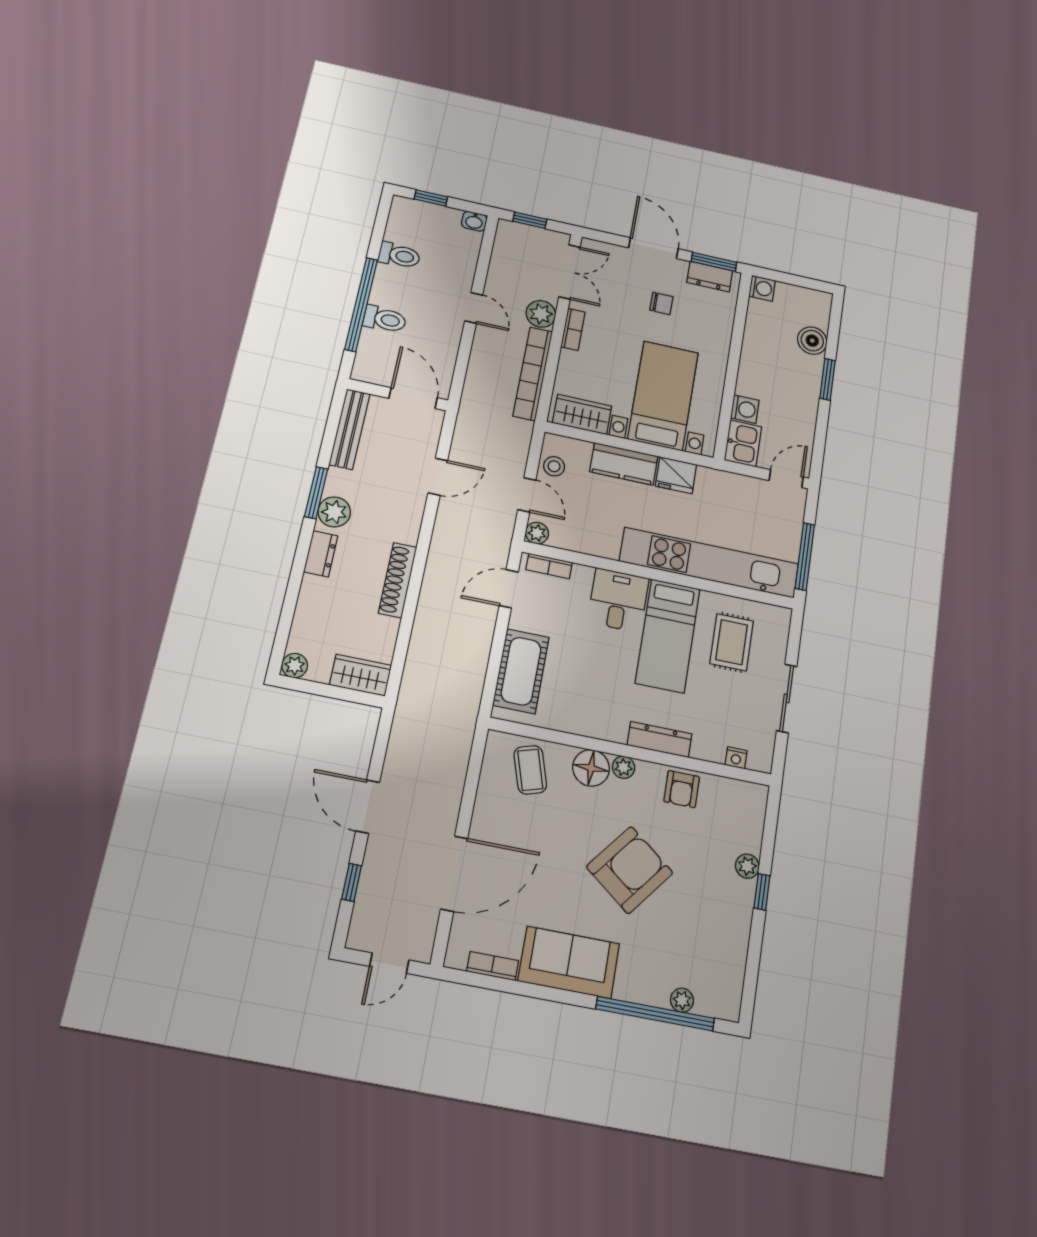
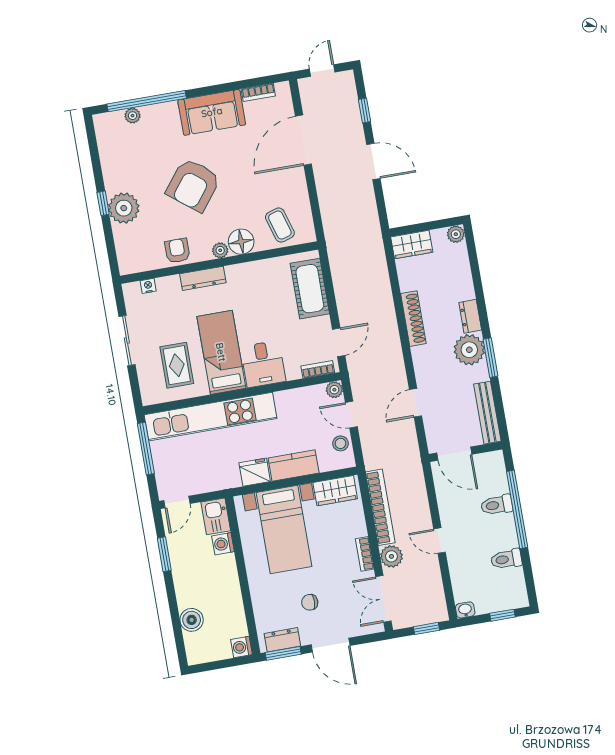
window: (828, 379) -> (164, 554), moved
plant: (334, 512) -> (469, 350), width x1.36, depth x1.36
plant: (747, 866) -> (124, 208), width x1.88, depth x1.88

